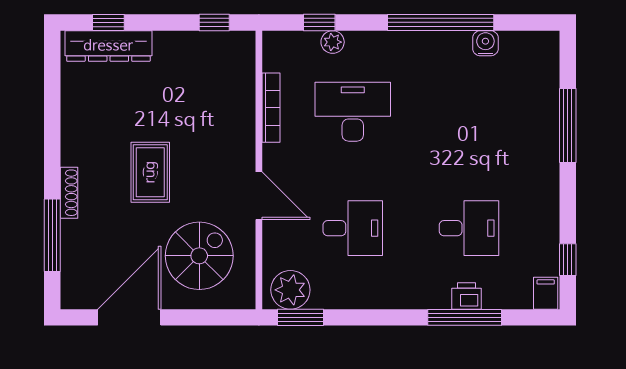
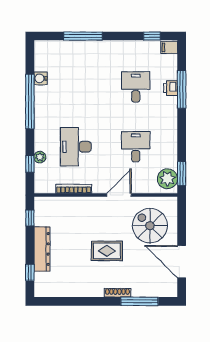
dresser: (108, 46) -> (42, 249), moved

